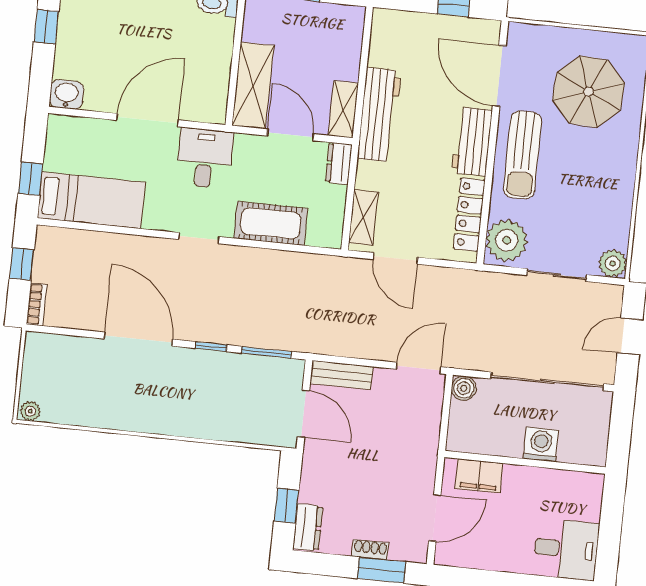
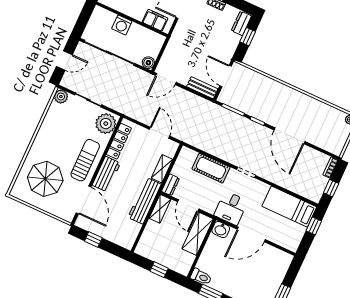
washbasin: (67, 94) -> (221, 230), moved
shelving: (363, 217) -> (162, 169), moved

